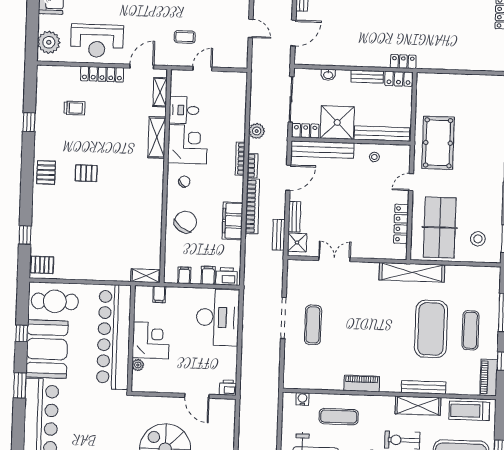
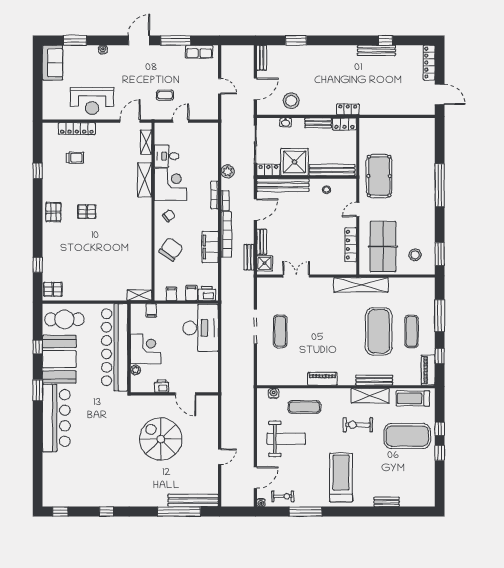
plant: (49, 42) -> (52, 104), removed
stool: (336, 49) -> (291, 101), added
locker: (102, 74) -> (77, 129), moved
printer: (228, 388) -> (162, 386), moved

